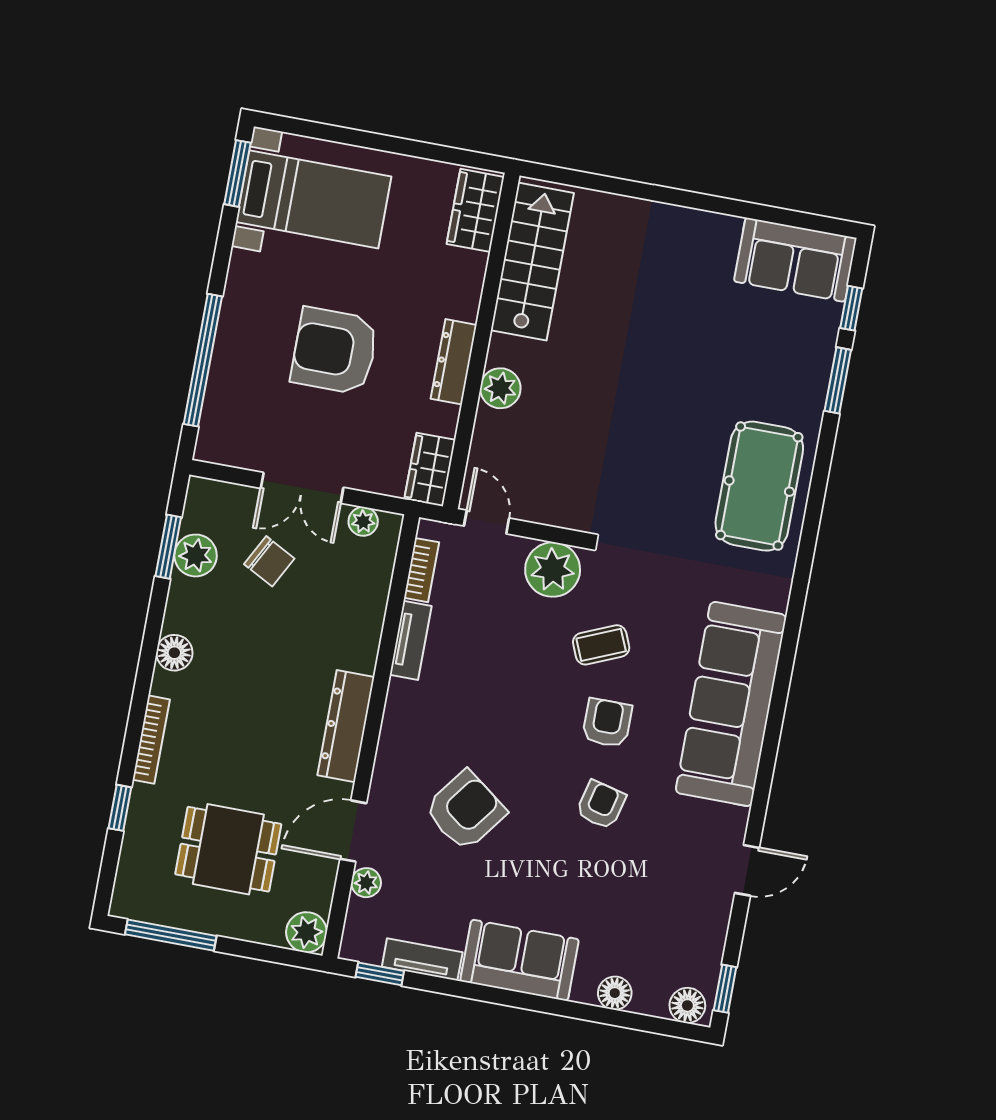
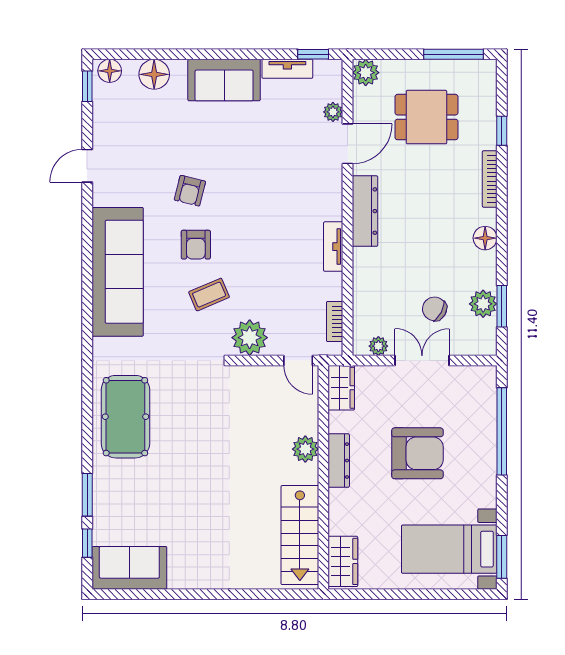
tv unit: (411, 640) -> (333, 247), moved
armchair: (465, 811) -> (277, 171), removed
floor lamp: (615, 993) -> (154, 74), width x1.38, depth x1.38

